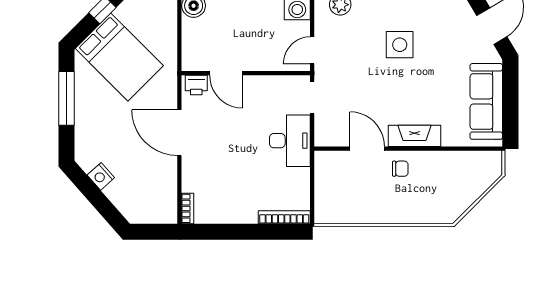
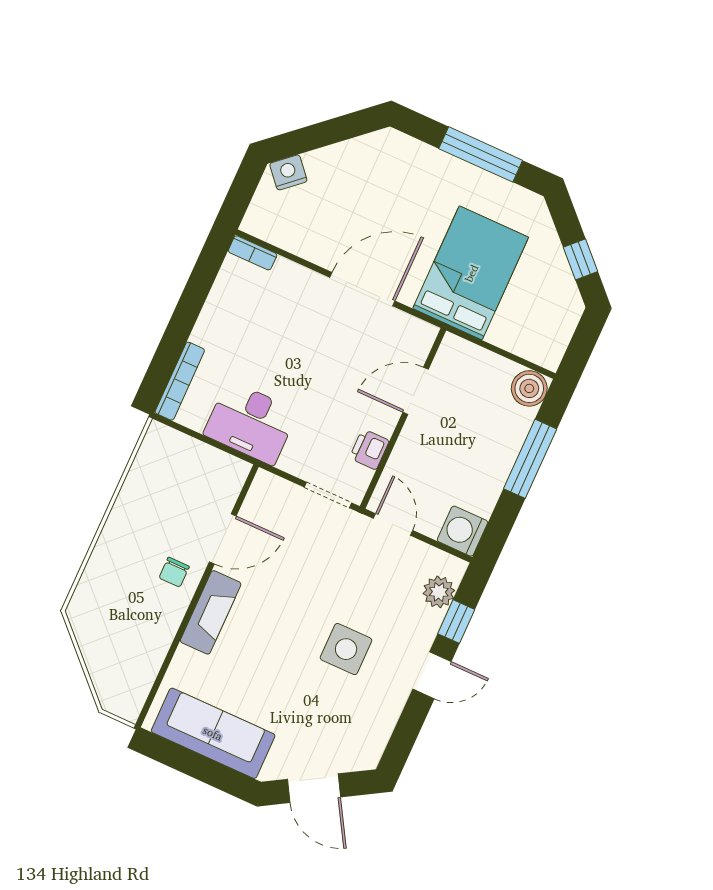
bed: (119, 57) -> (471, 273), moved, turned 135
printer: (196, 85) -> (369, 449), moved
desk: (290, 141) -> (251, 423), moved
nightstand: (101, 176) -> (288, 172), moved

